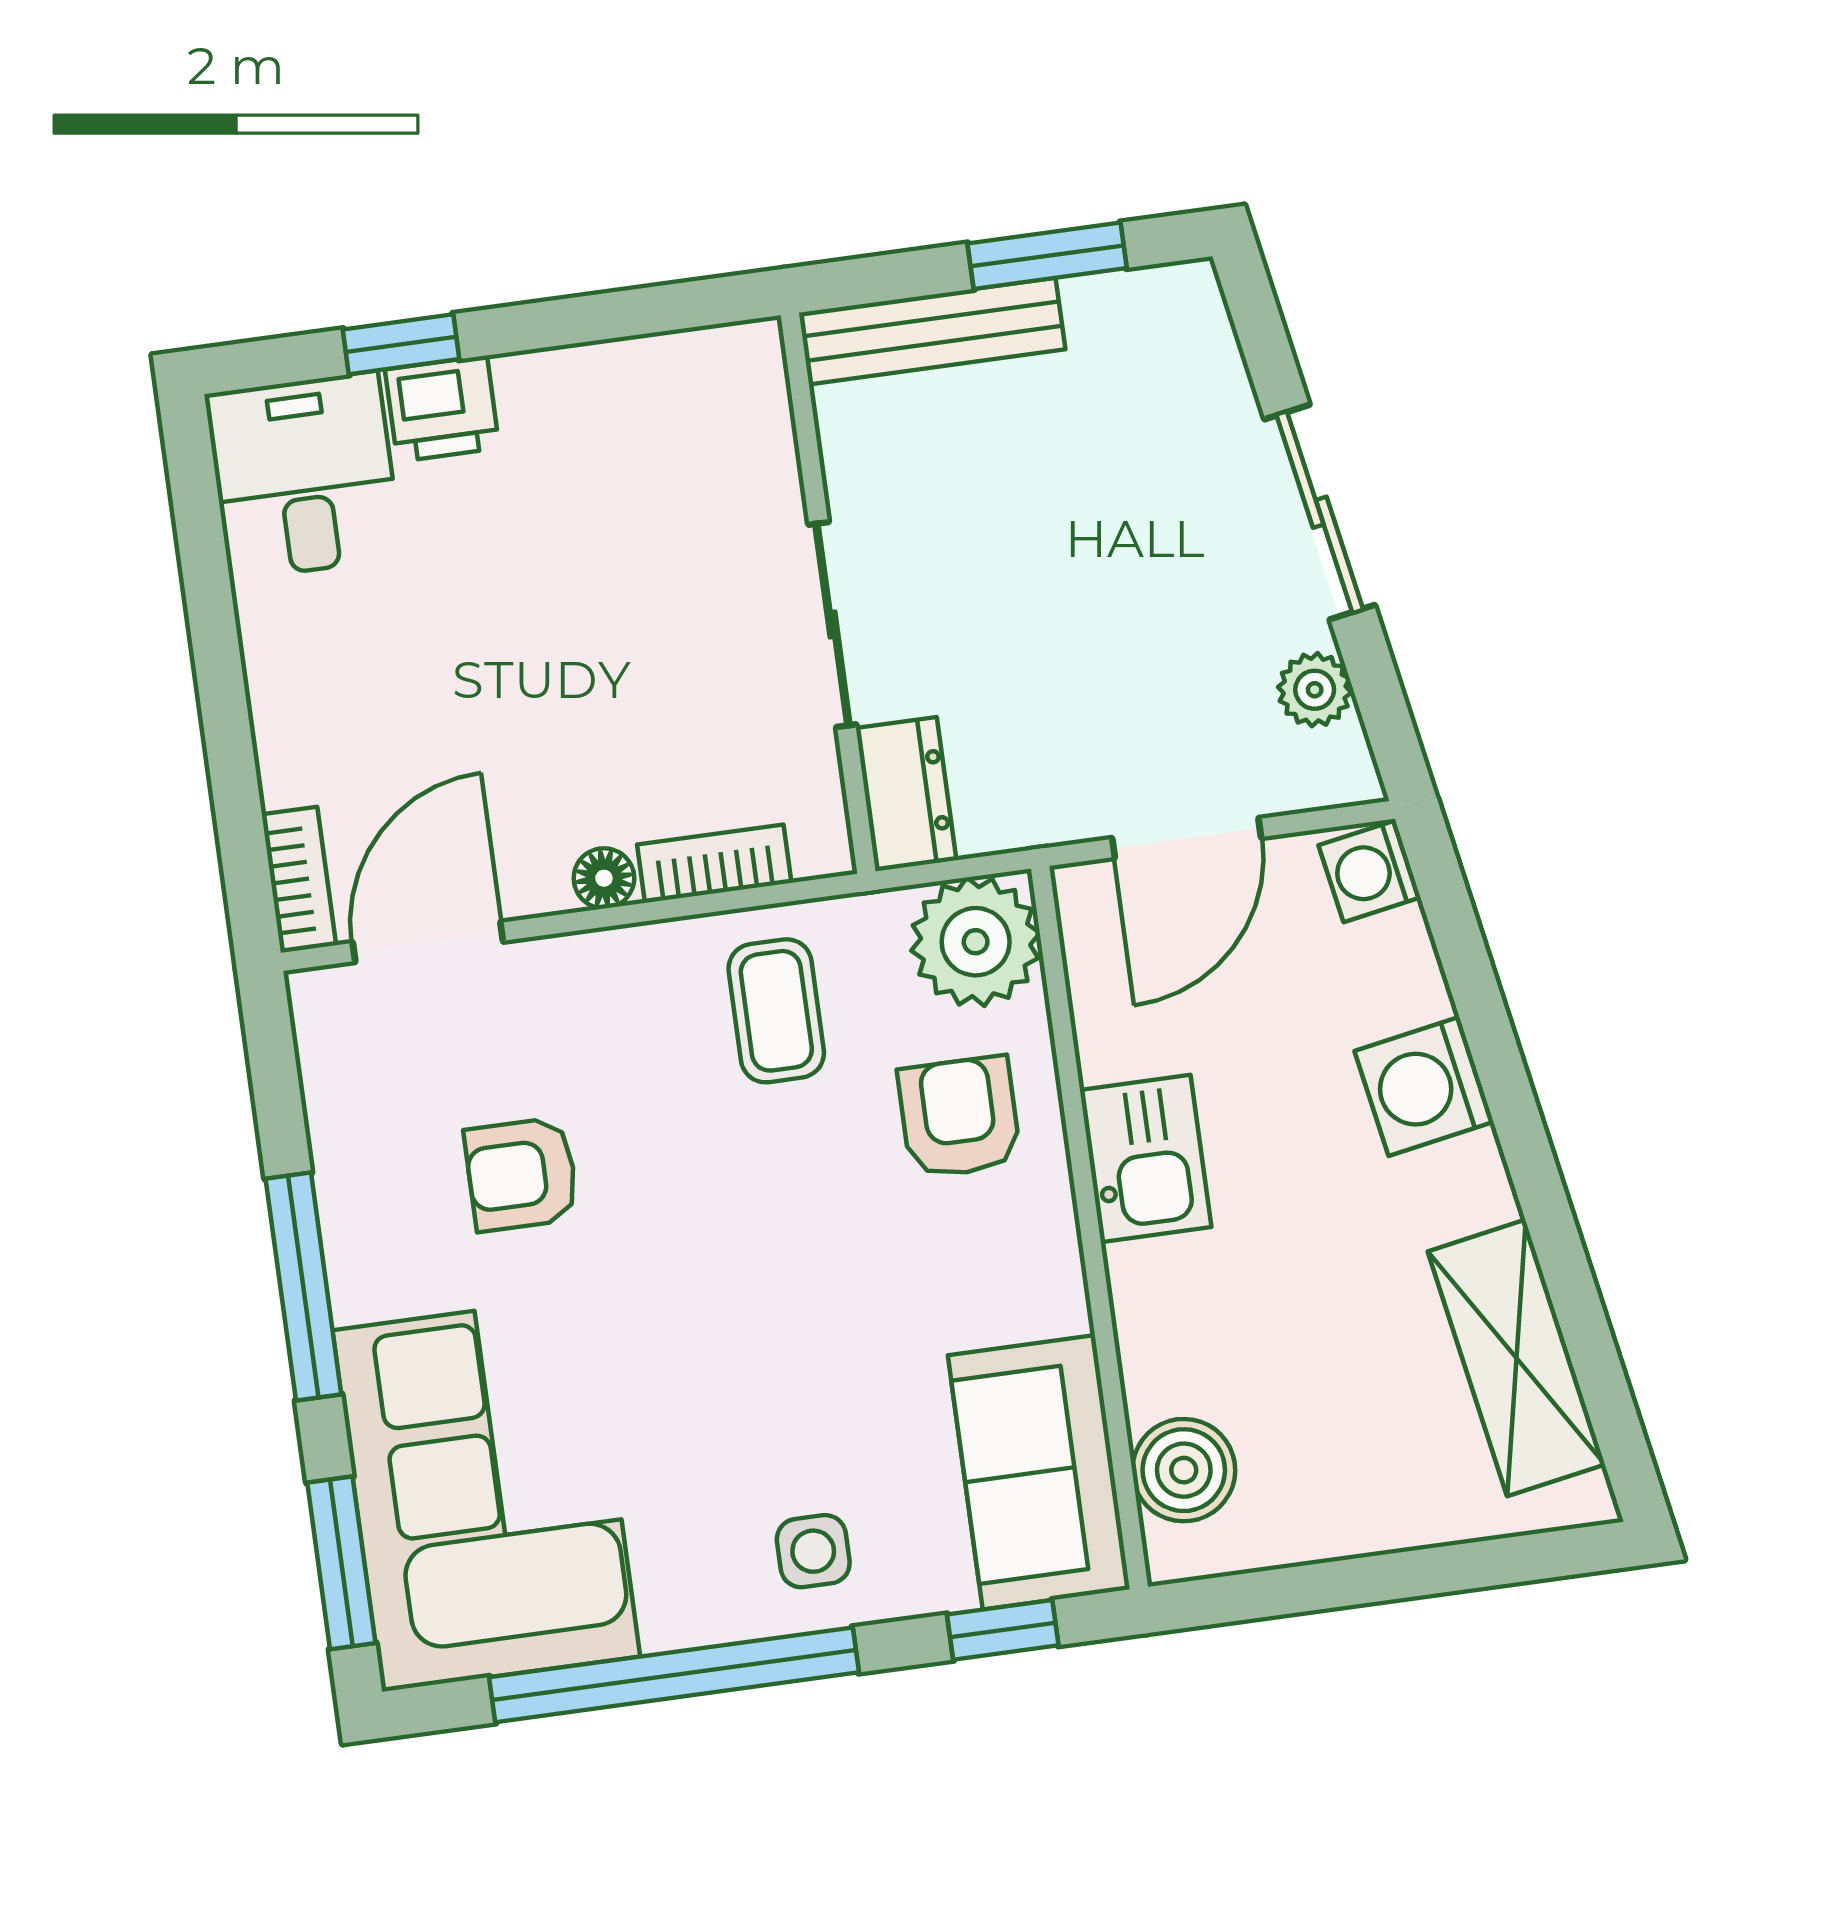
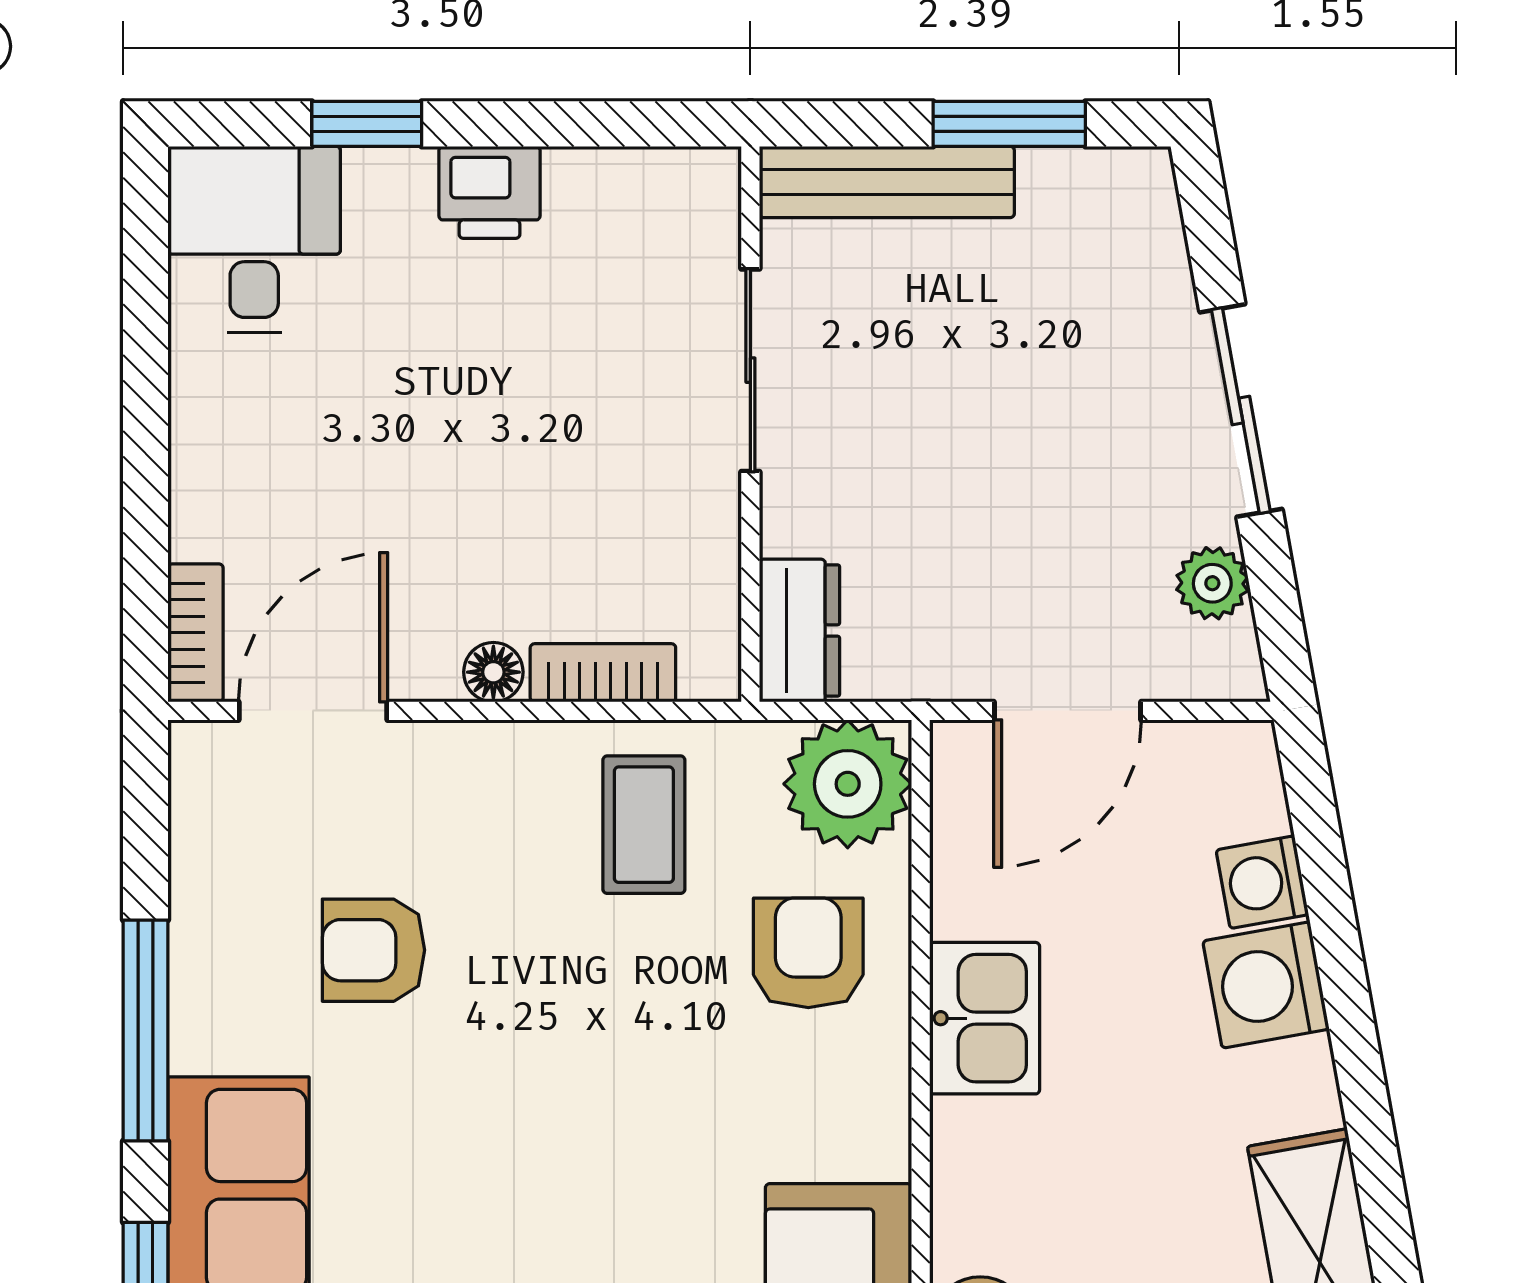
printer: (442, 409) -> (489, 192), moved
sliding door: (832, 624) -> (750, 370), moved
washing machine: (1370, 871) -> (1262, 882), moved

